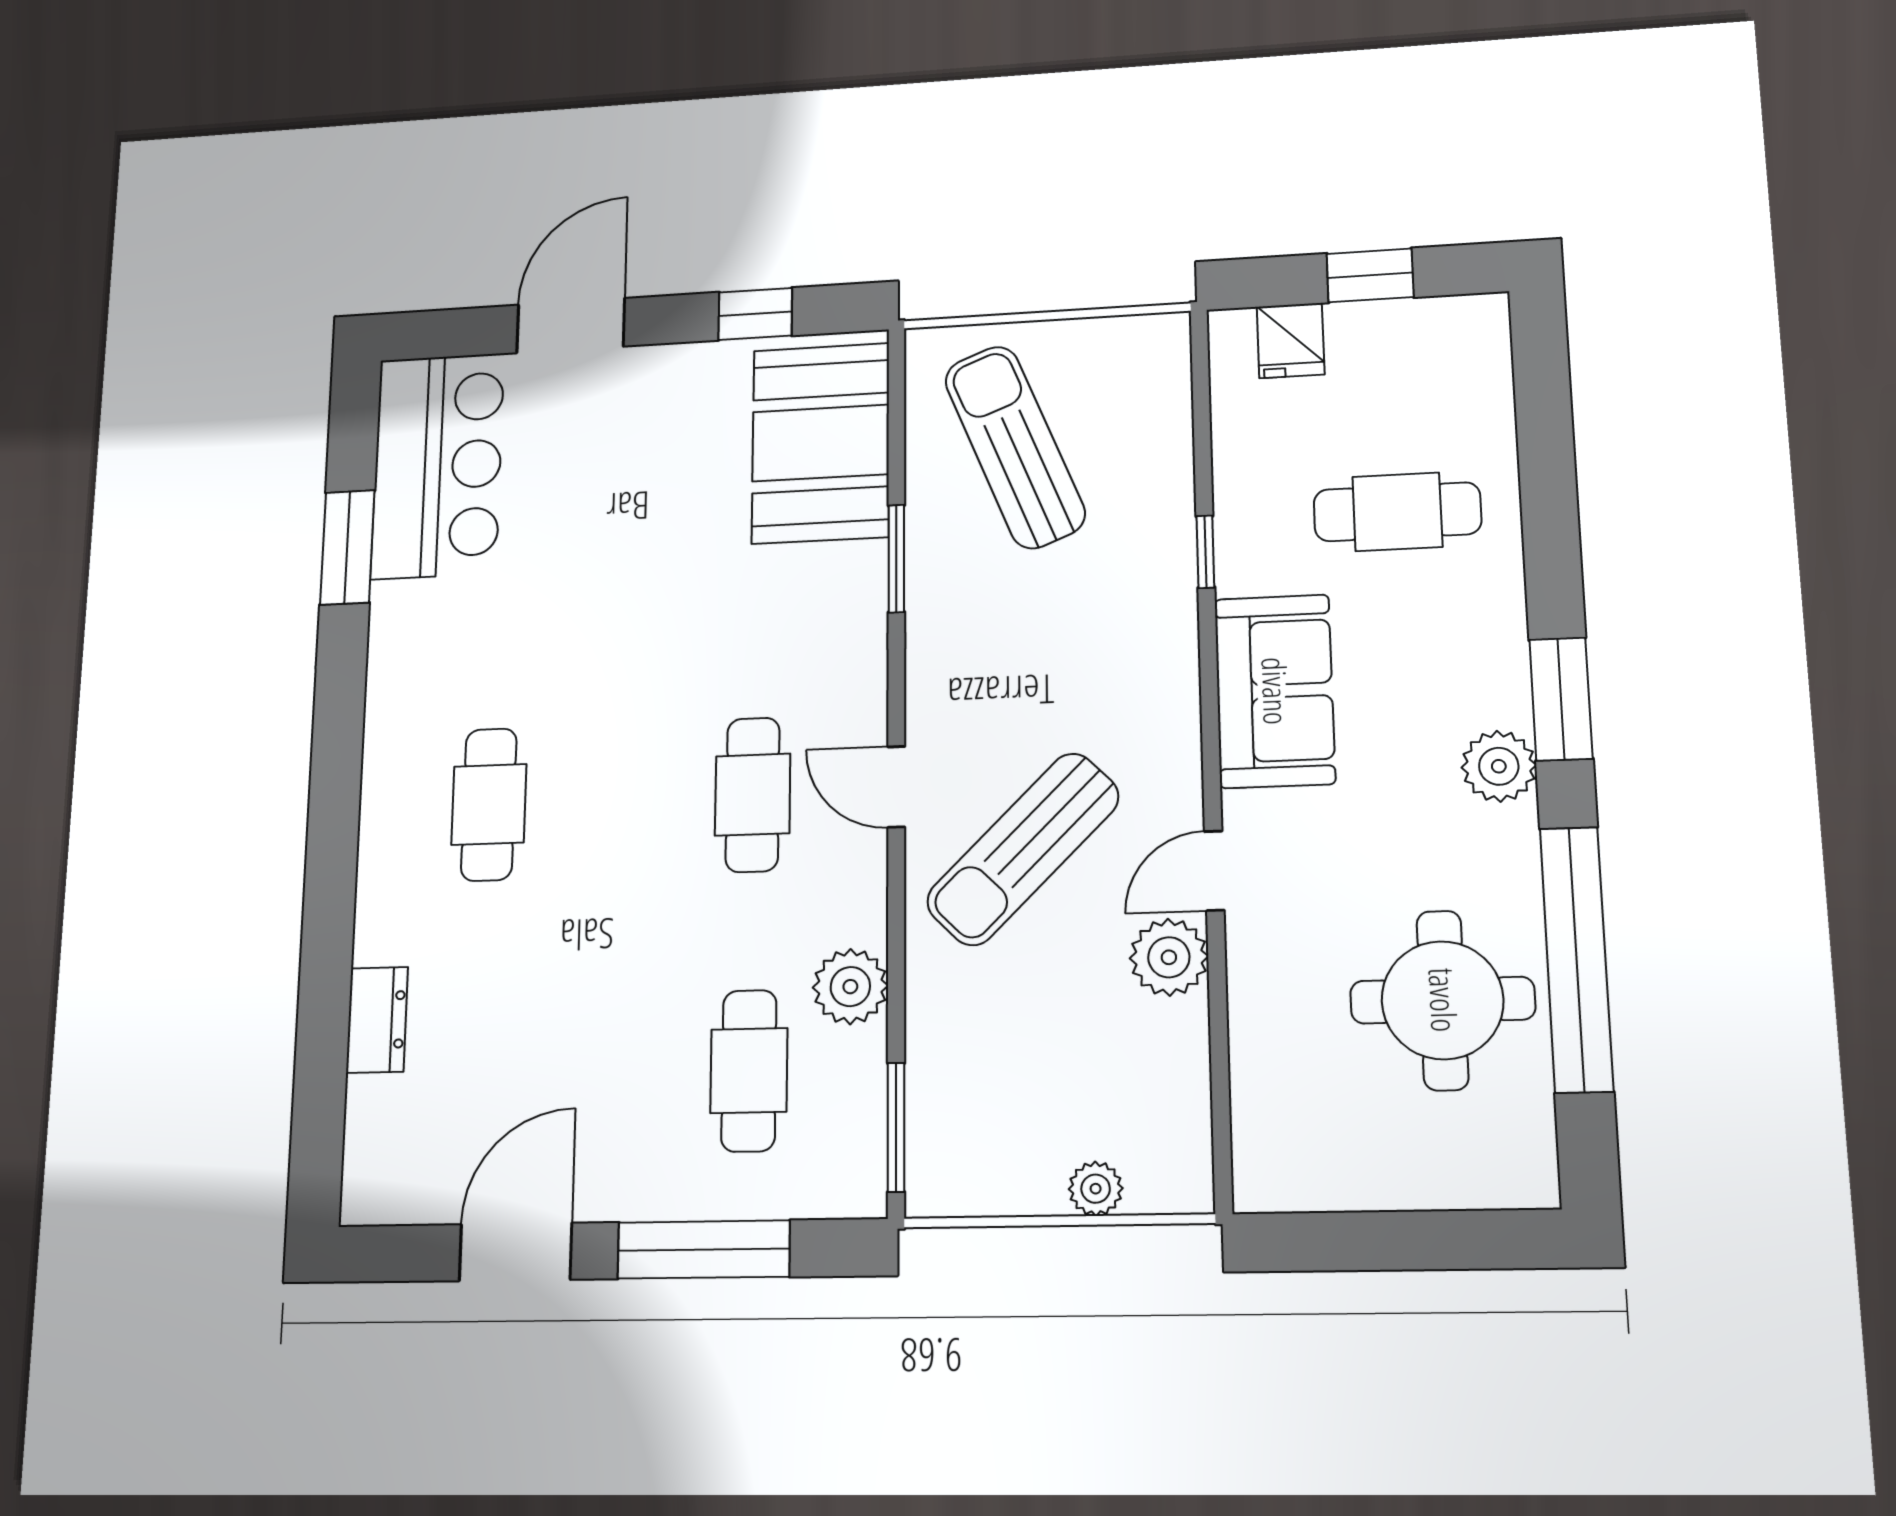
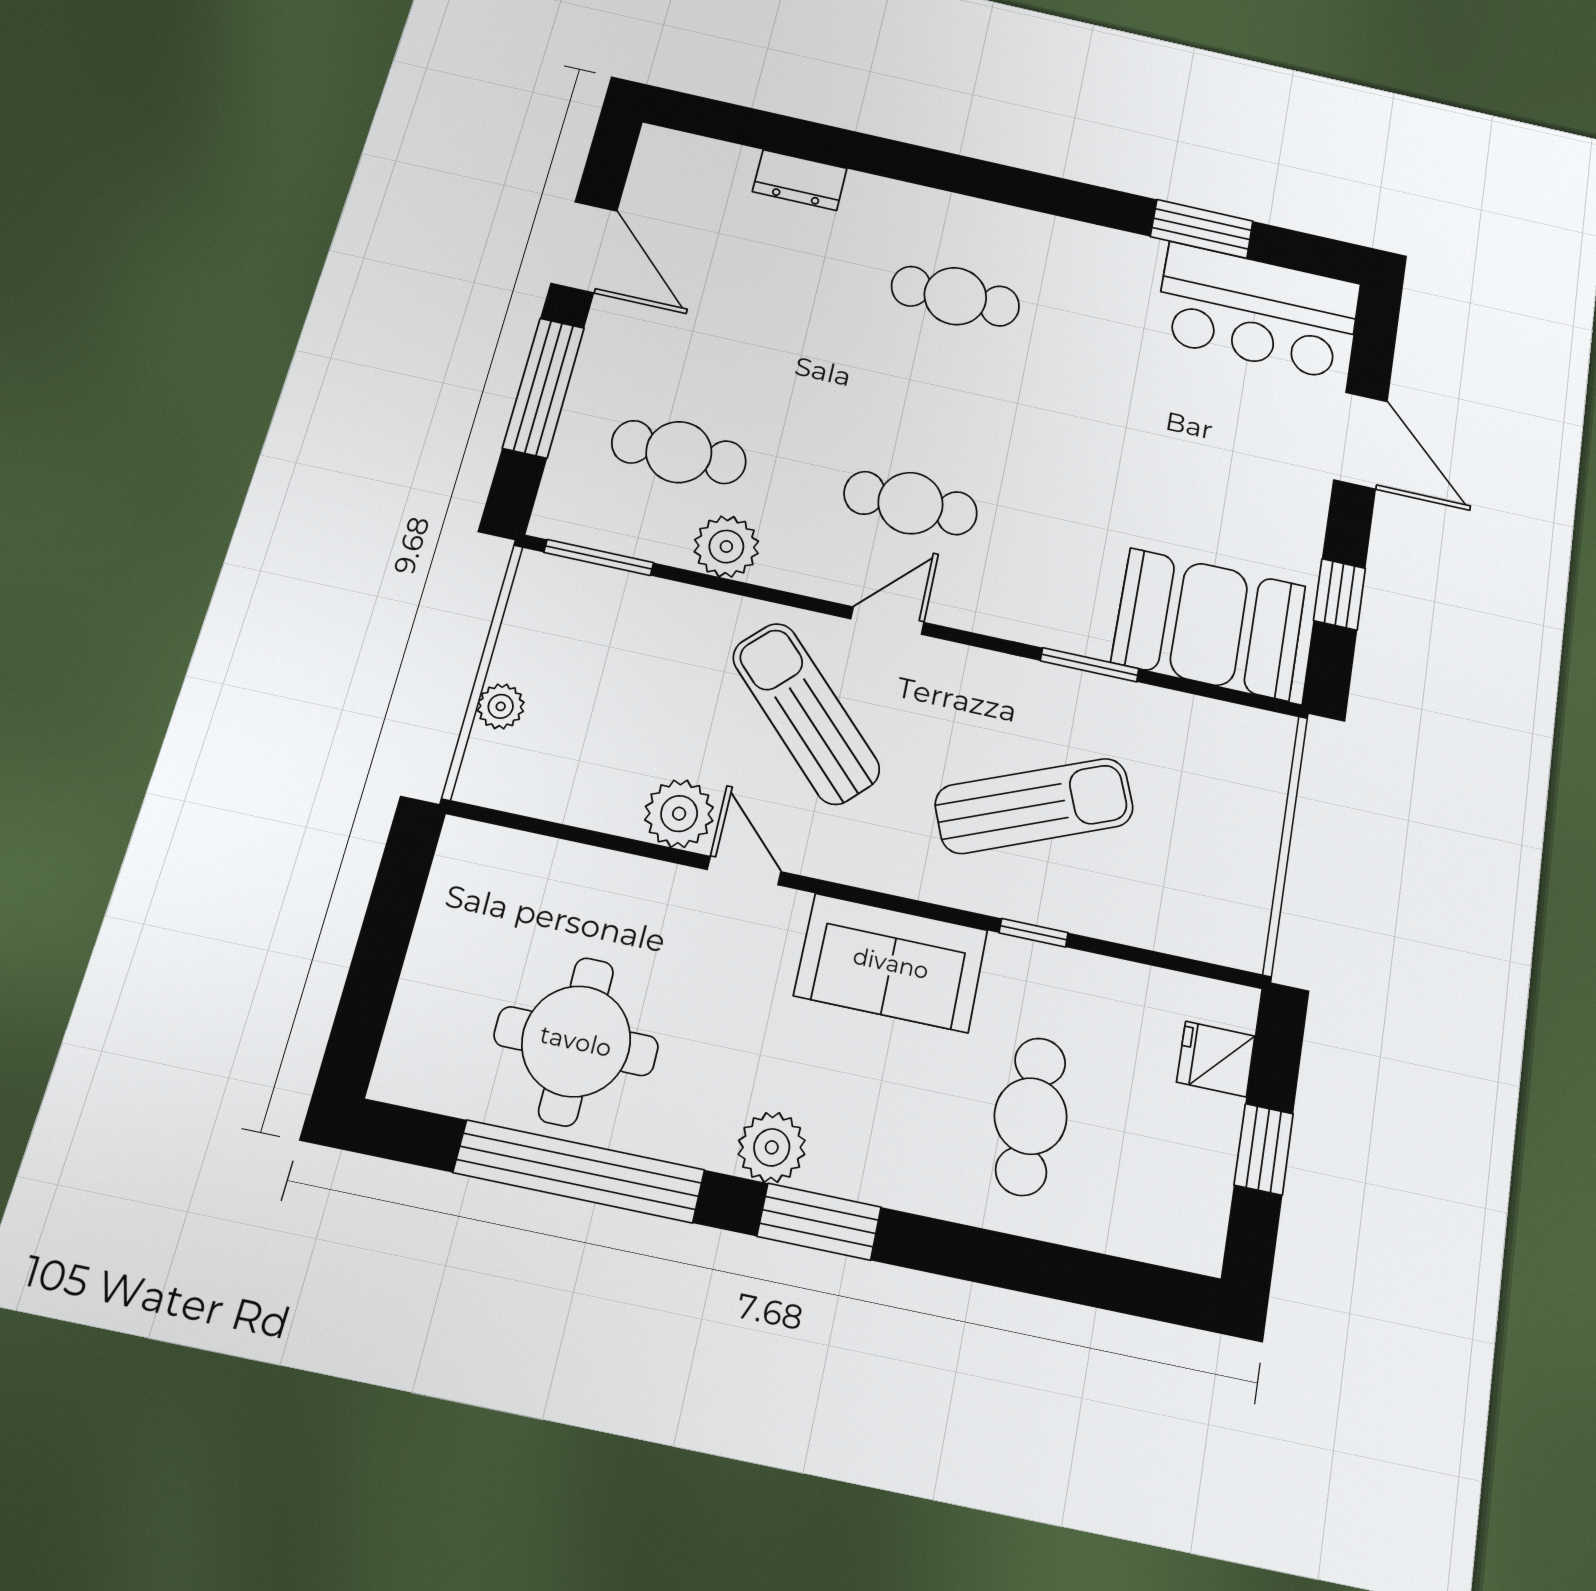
sun lounger: (1015, 447) -> (1034, 806), moved

